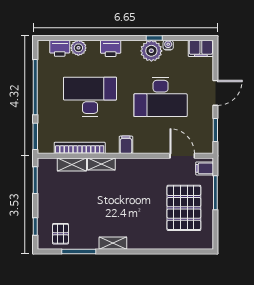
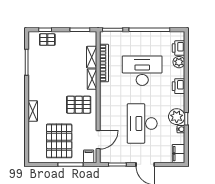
desk: (90, 97) -> (142, 71), turned -90
filing cabinet: (126, 145) -> (106, 98), removed
pallet: (135, 182) -> (79, 105), added
pallet: (184, 208) -> (59, 141), turned 90
pallet: (60, 234) -> (47, 40), moved
shelving: (113, 243) -> (33, 111), moved

